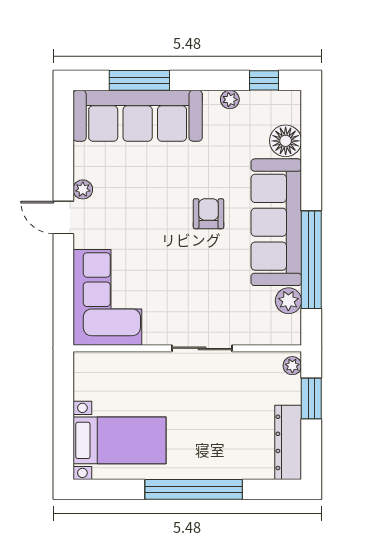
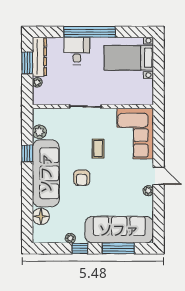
window: (264, 80) -> (80, 248), moved
window: (311, 260) -> (27, 153), width x0.32
coffee table: (178, 269) -> (98, 149), added
plant: (292, 366) -> (37, 82), moved
window: (311, 399) -> (27, 63), moved
desk: (218, 454) -> (77, 51), added

